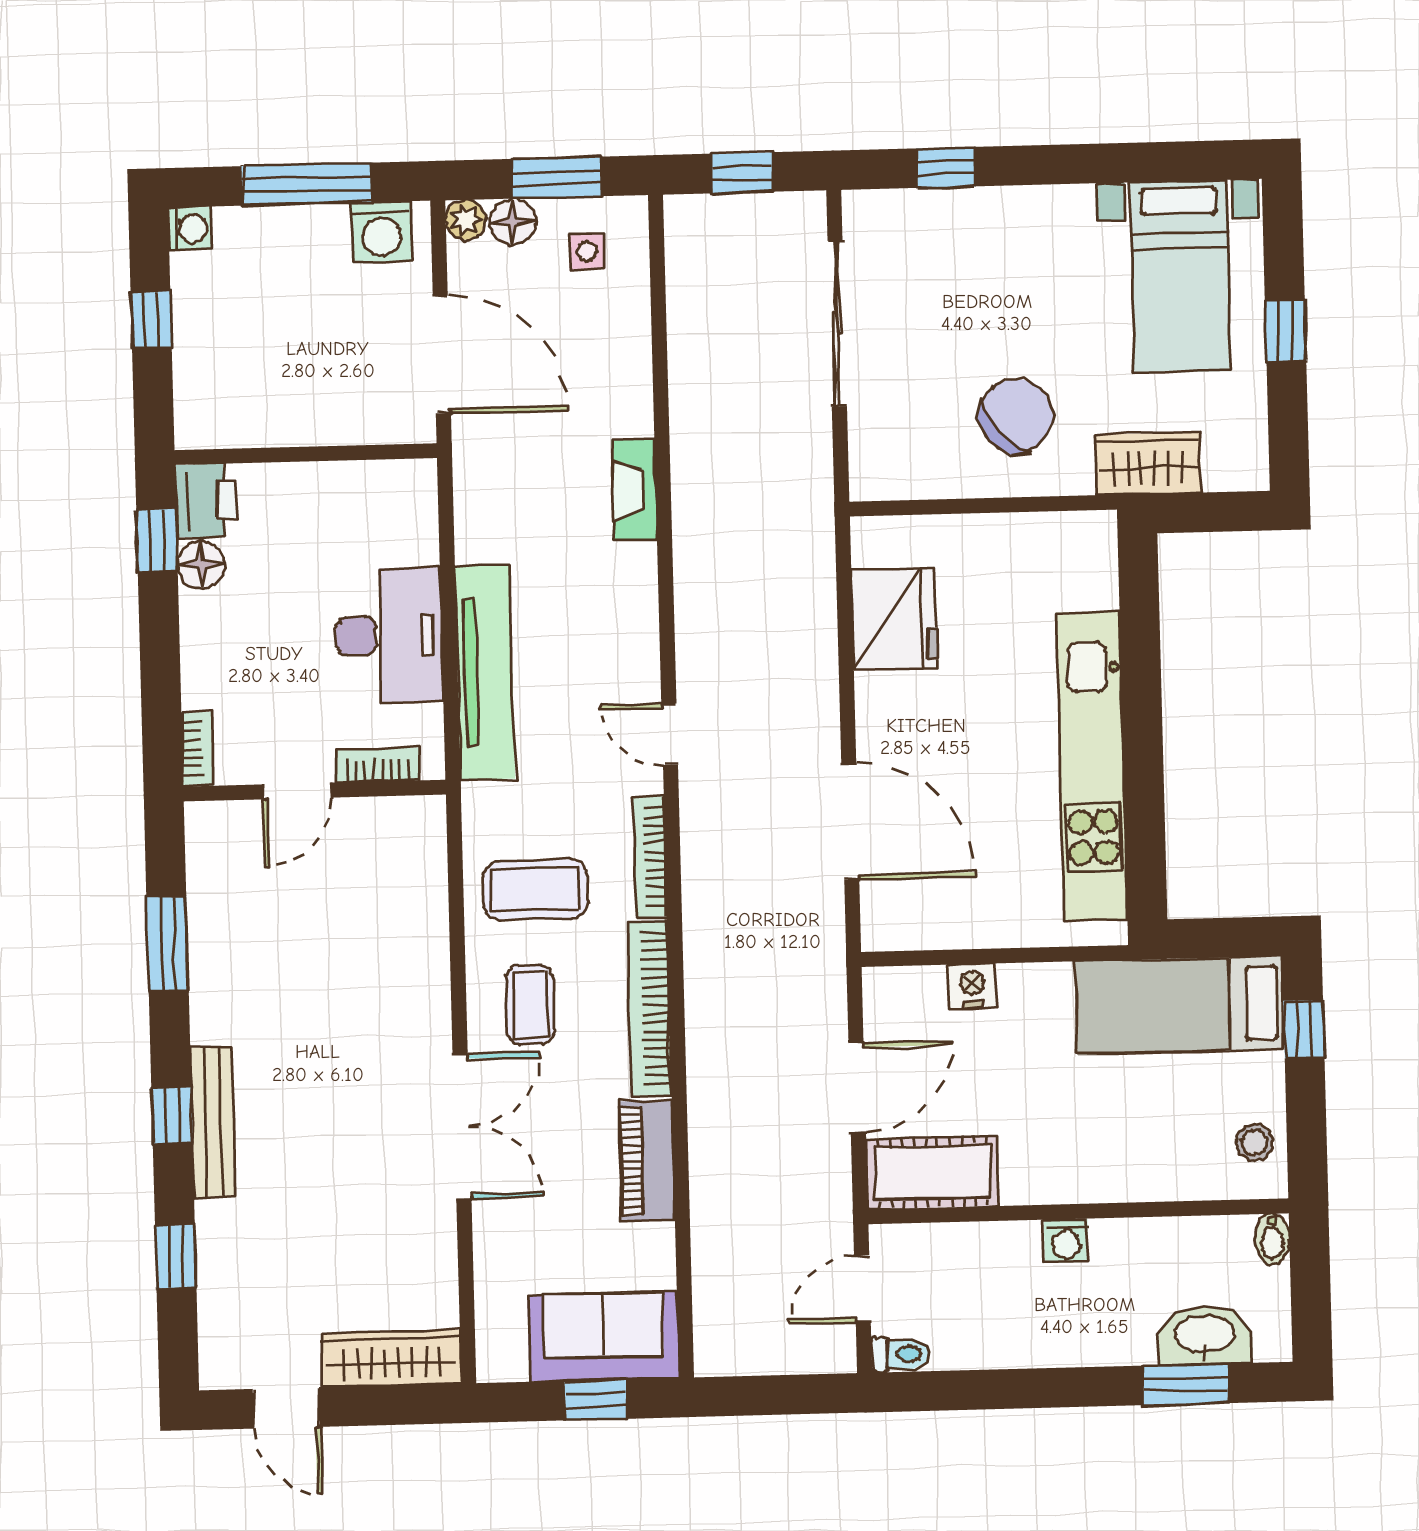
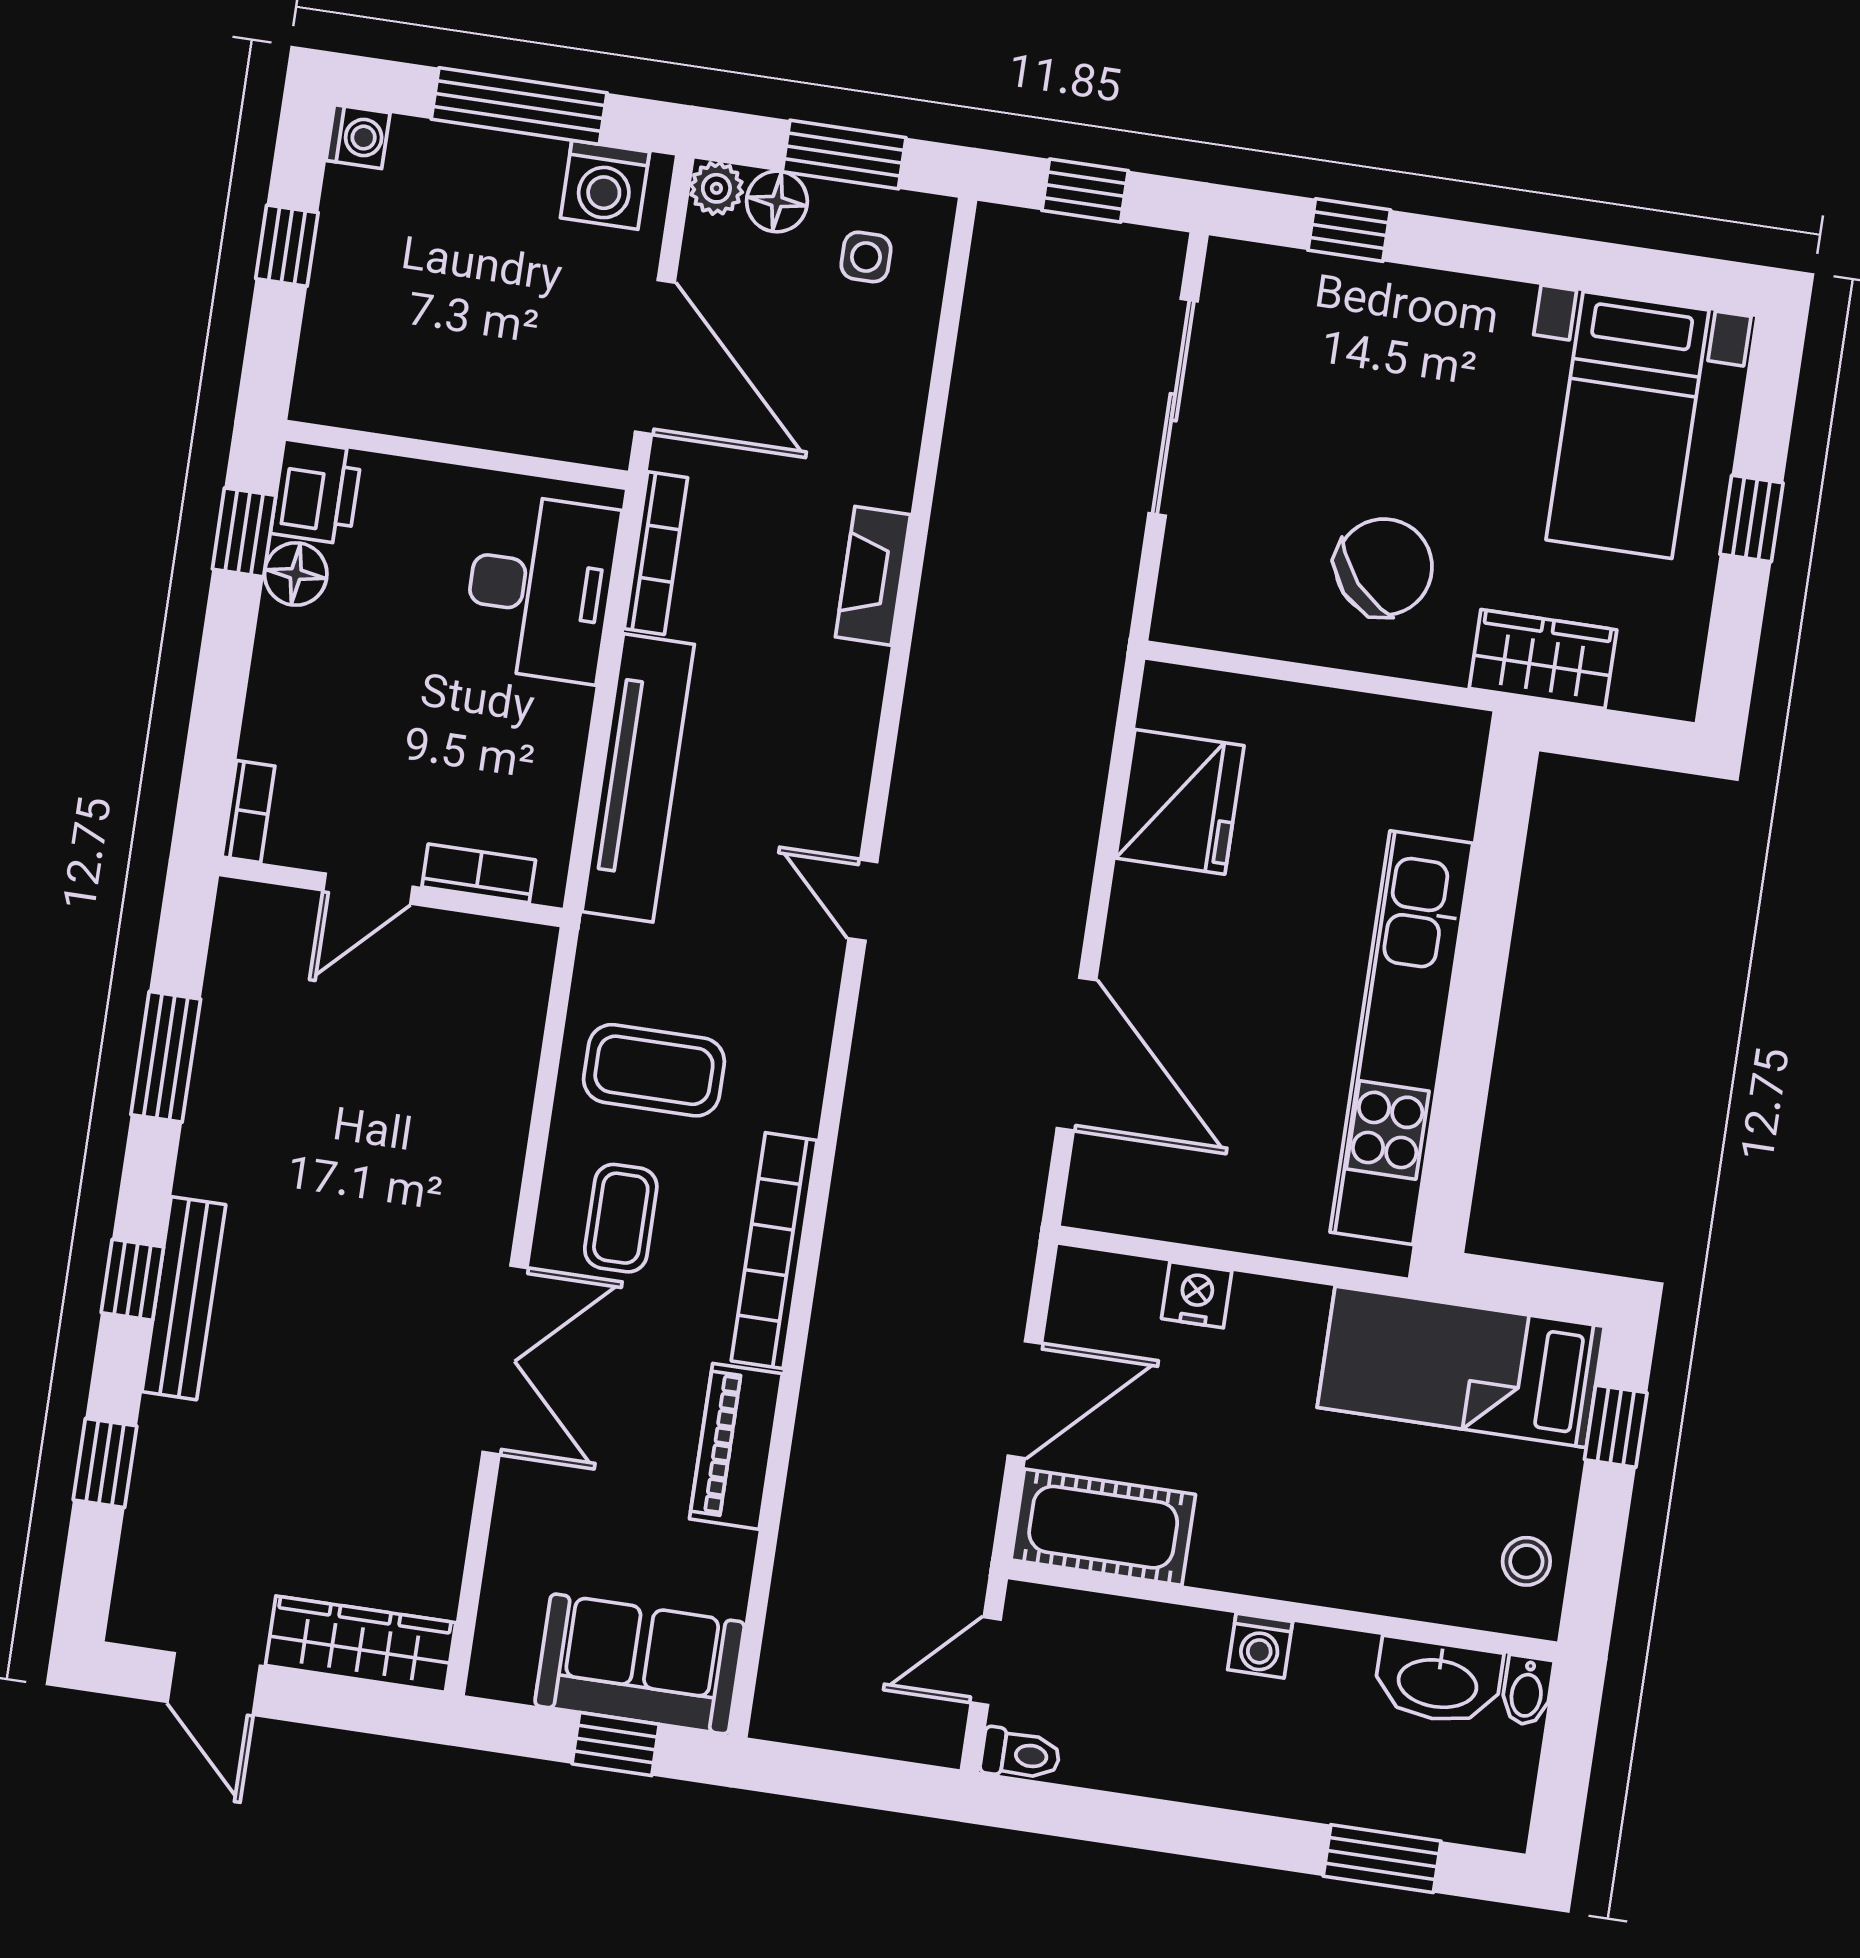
desk: (389, 635) -> (540, 588), moved
bookcase: (650, 856) -> (656, 553), moved, turned 180
washbasin: (1205, 1335) -> (1438, 1681), moved, turned 180

